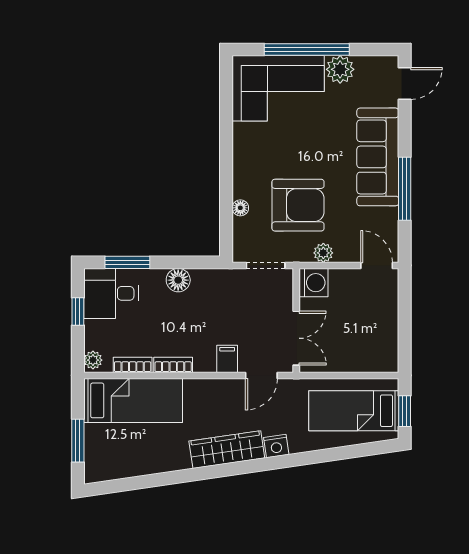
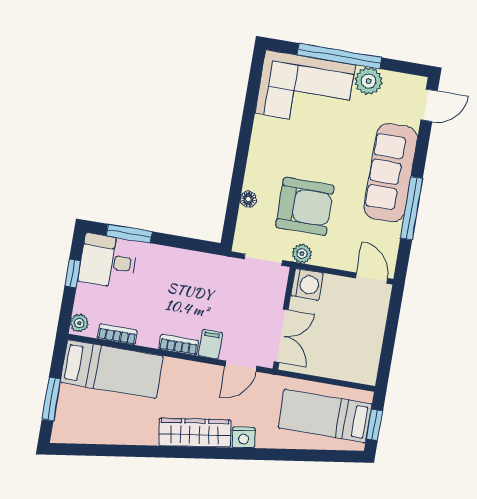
plant: (323, 253) -> (302, 254), moved
floor lamp: (178, 280) -> (176, 259), removed
bookcase: (173, 365) -> (179, 345), moved

